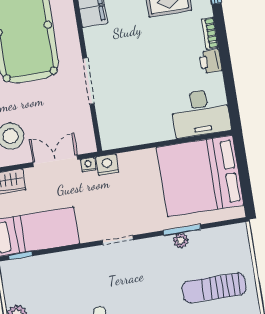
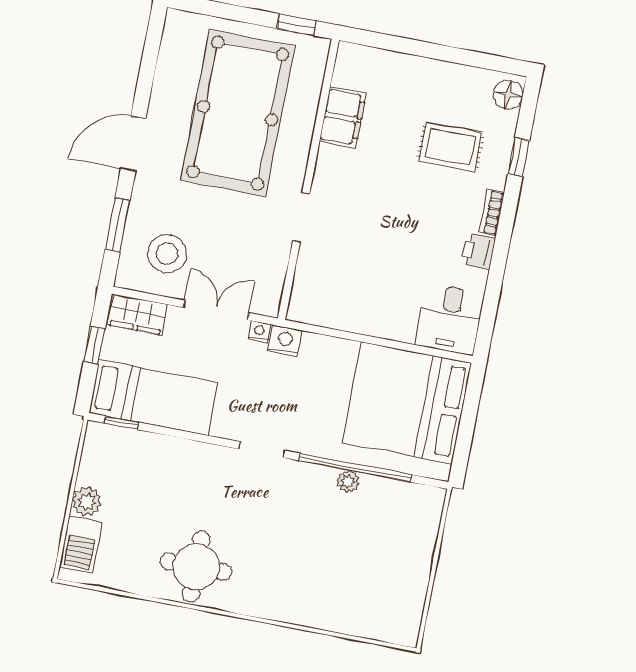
doorway: (88, 81) -> (301, 217), width x0.73
desk: (201, 113) -> (450, 319), width x0.73
window: (182, 230) -> (355, 468), width x2.11
sun lounger: (214, 288) -> (370, 563), removed

